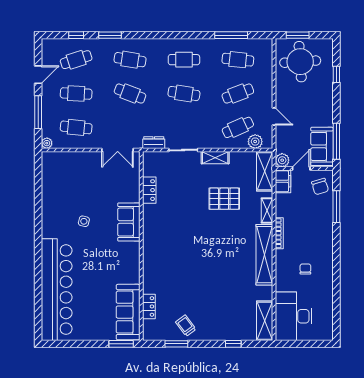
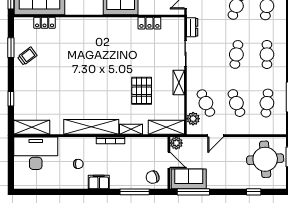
filing cabinet: (283, 181) -> (99, 182), moved, turned 180

